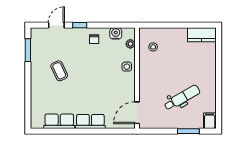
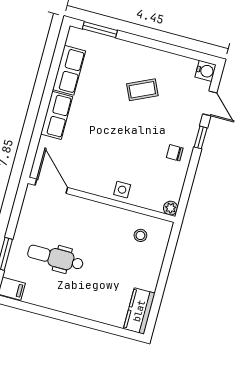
water cooler: (116, 33) -> (206, 71), moved
plant: (130, 44) -> (171, 208), moved
window: (28, 50) -> (100, 30), moved
dental chair: (182, 98) -> (55, 258), turned 120

